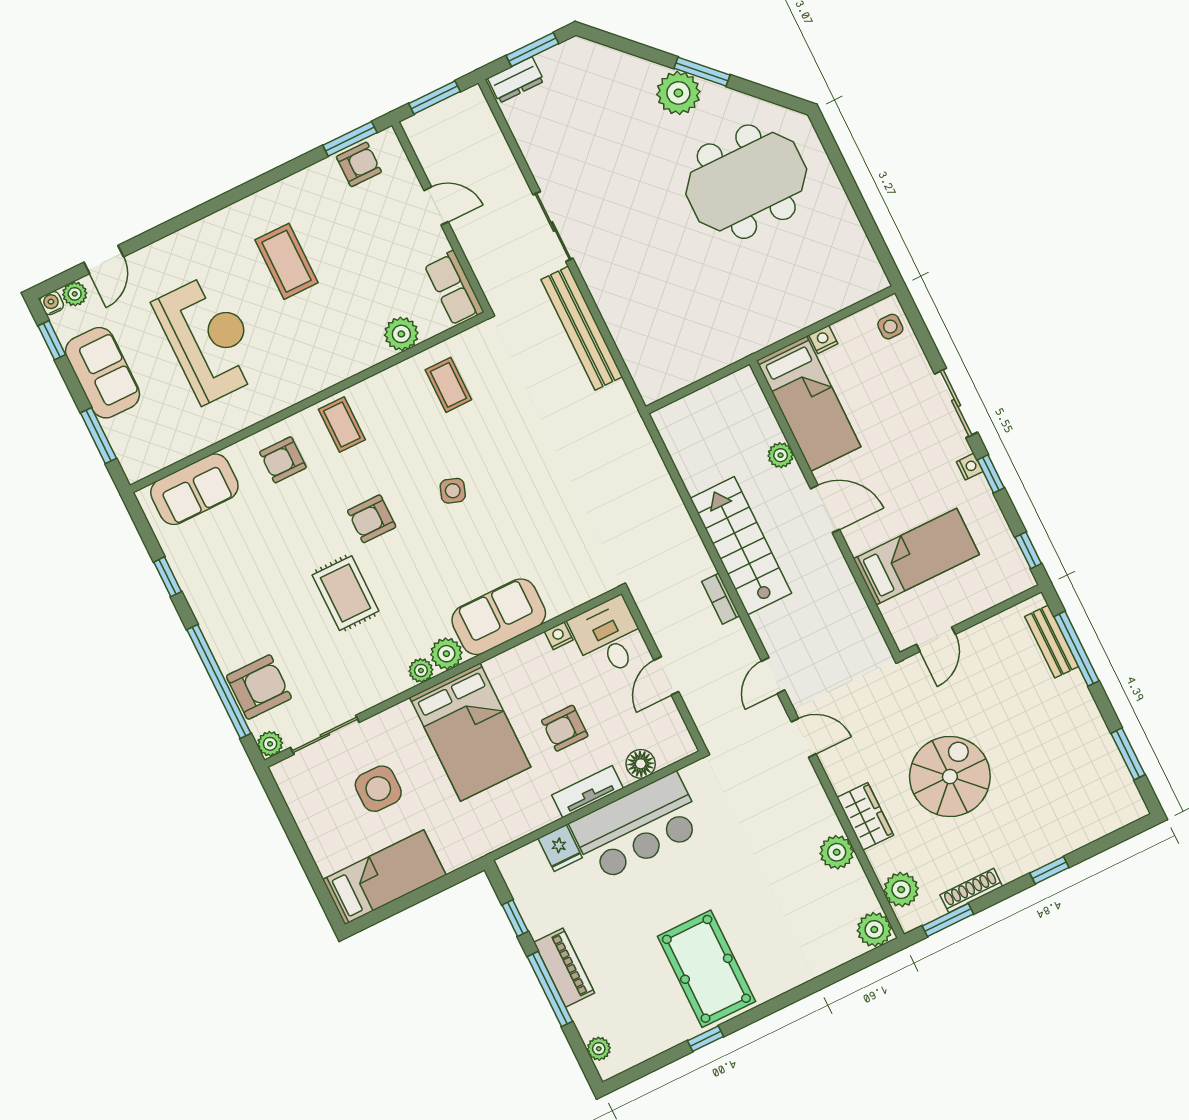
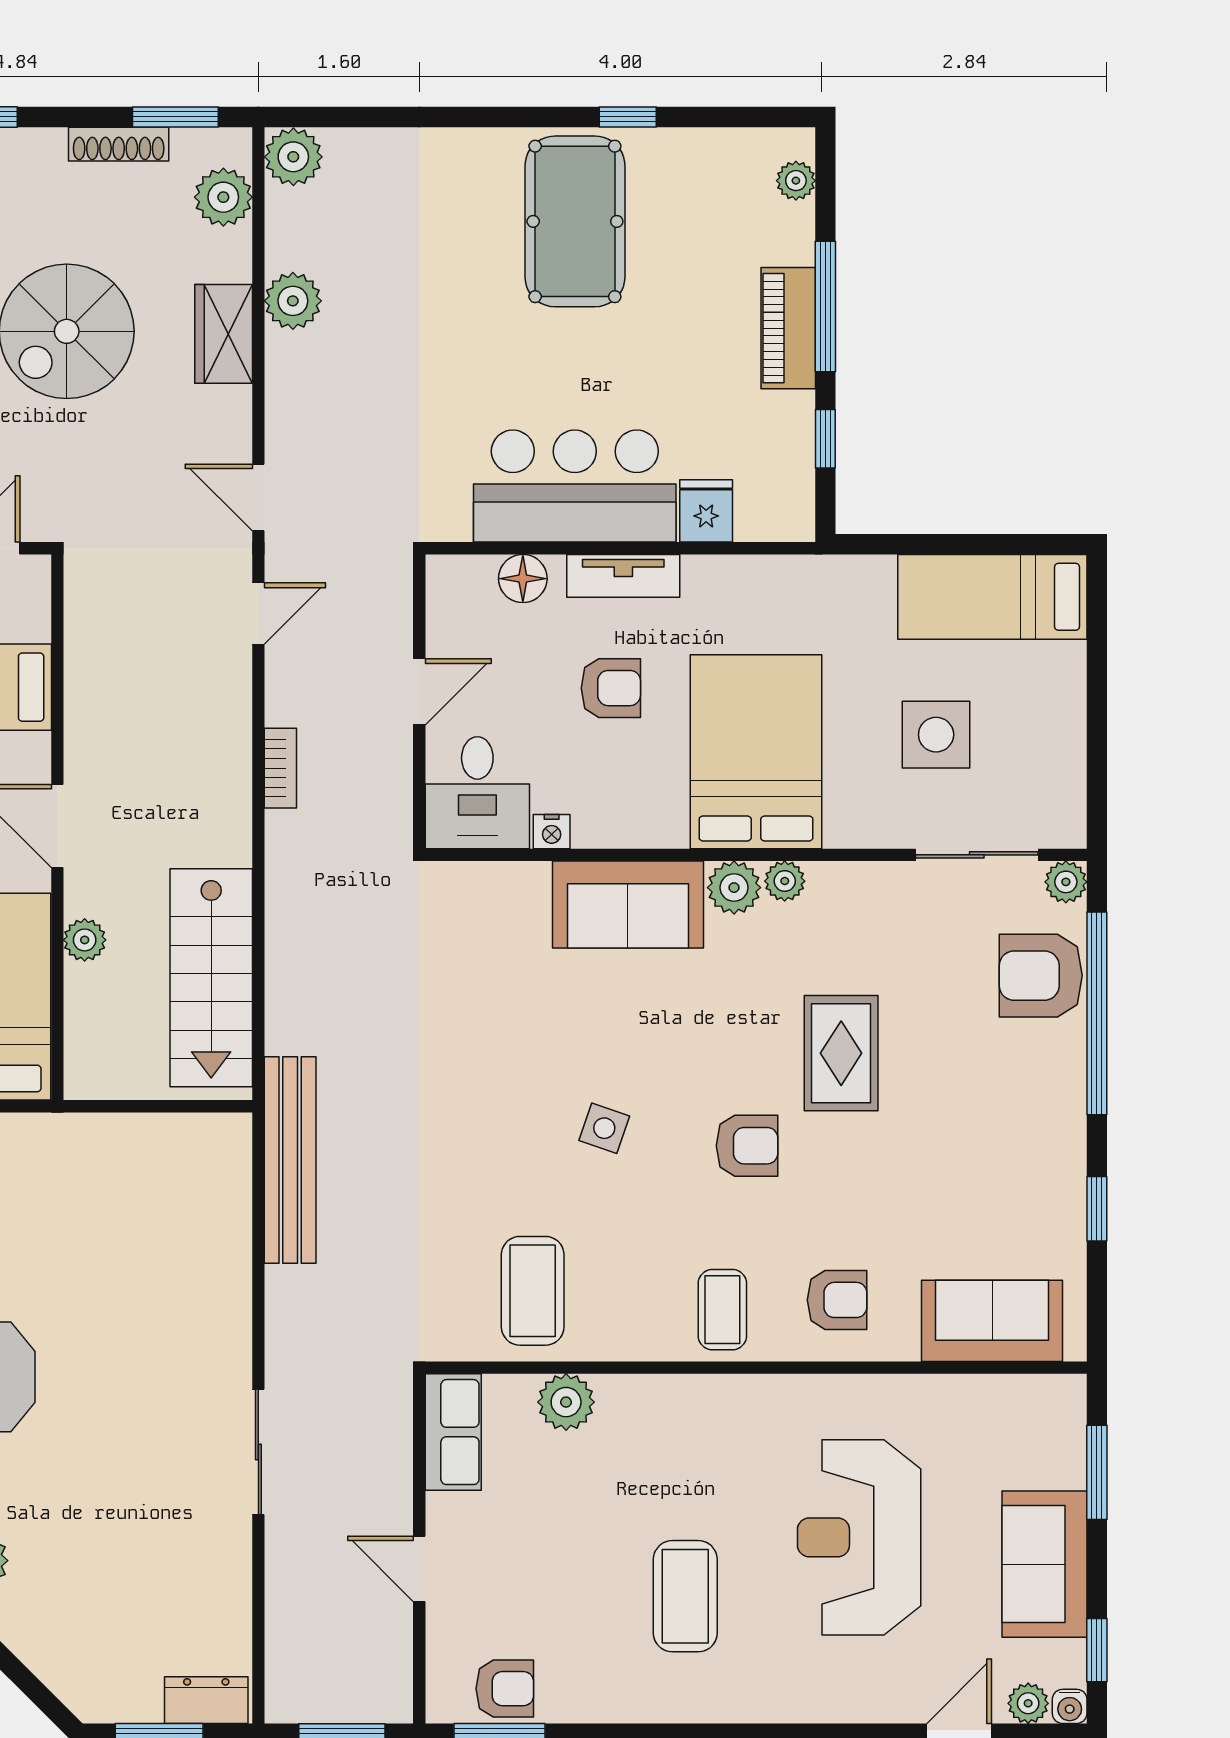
armchair: (359, 164) -> (505, 1689), turned 180
bench: (582, 328) -> (290, 1160), moved
coffee table: (448, 385) -> (533, 1291), width x1.36, depth x1.30
stairs: (741, 546) -> (211, 978), moved

